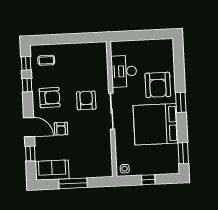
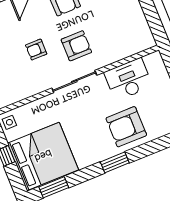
bed: (156, 124) -> (43, 156), moved, turned 90
armchair: (61, 129) -> (36, 50), moved

